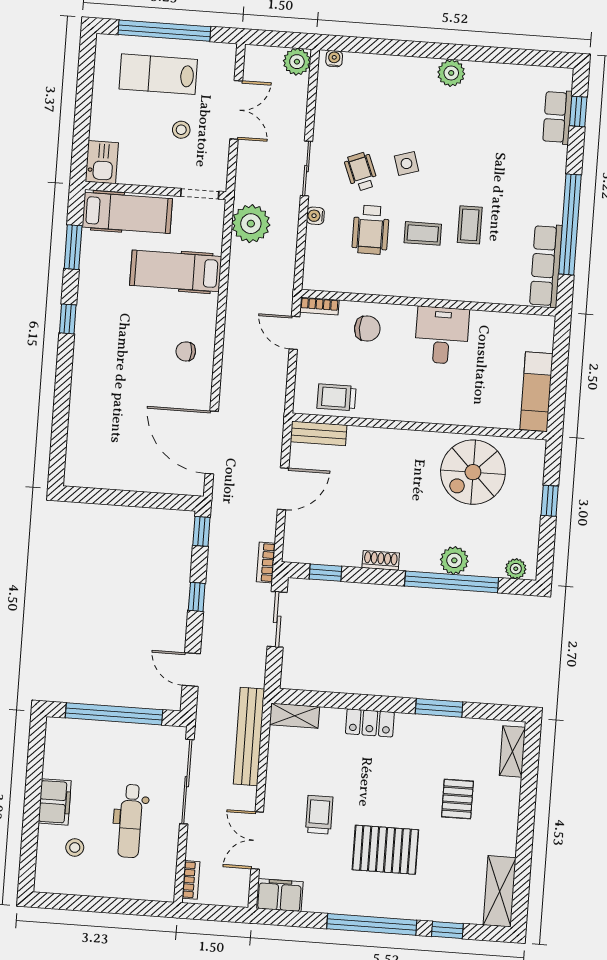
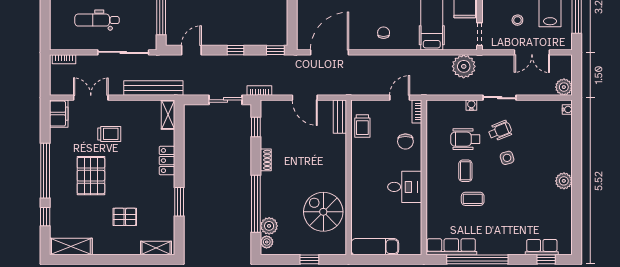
trolley: (337, 397) -> (362, 126), turned 180
plant: (454, 560) -> (269, 226), moved

